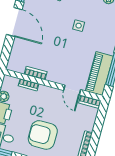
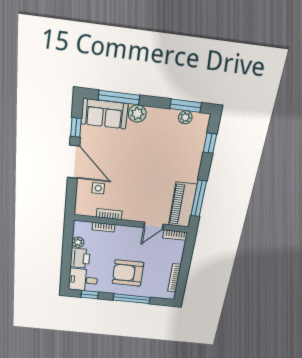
side table: (79, 26) -> (98, 188), moved
door: (72, 90) -> (153, 226), hinge flipped

